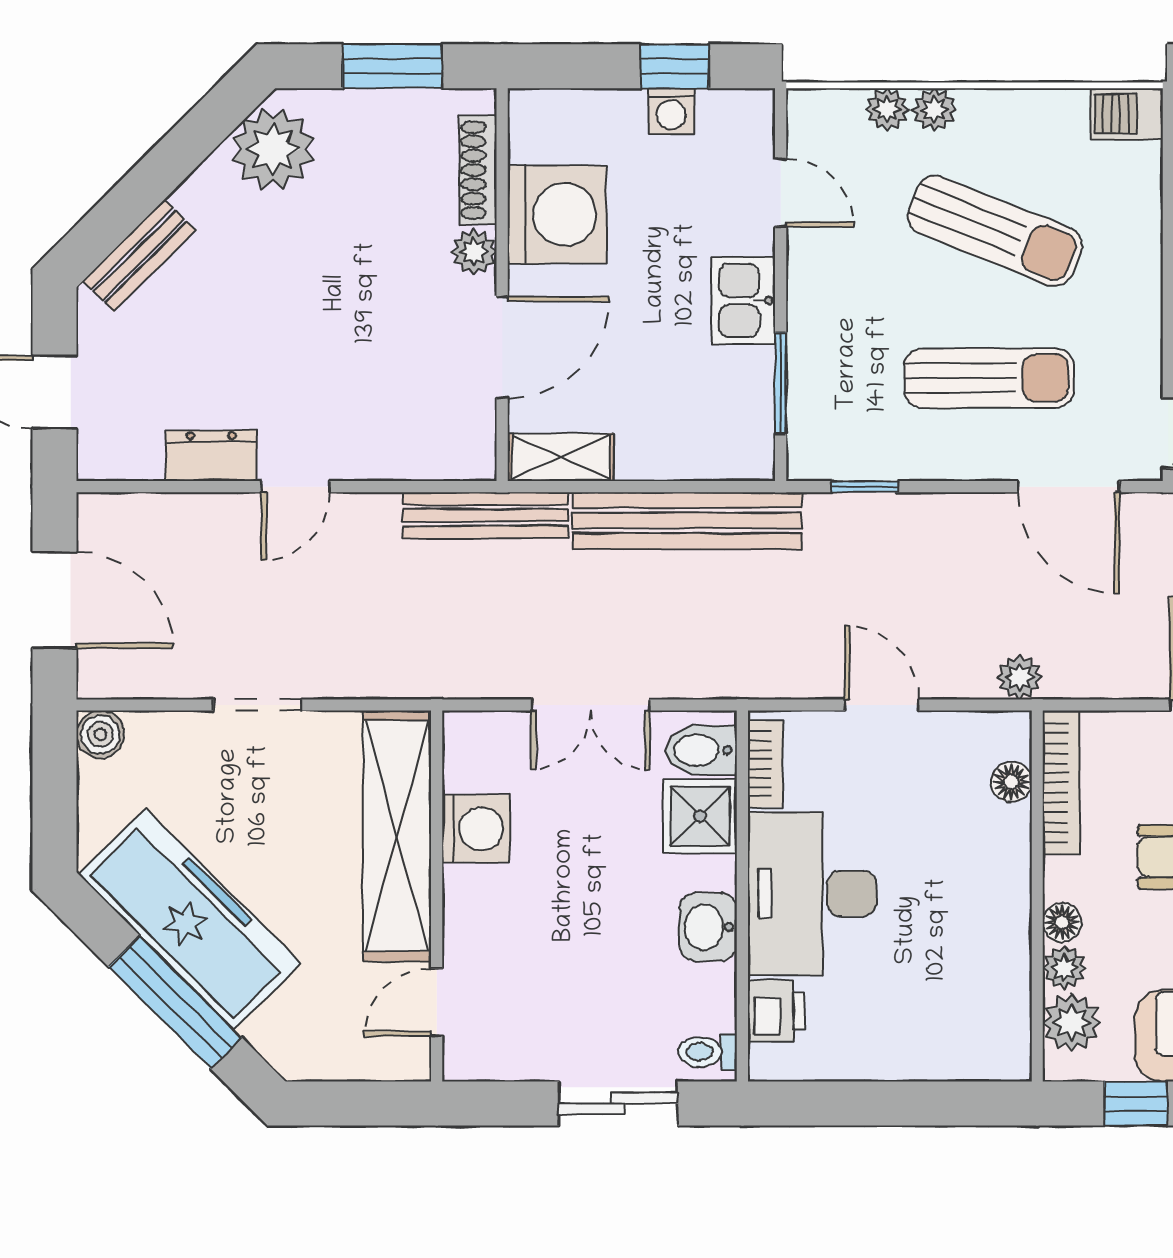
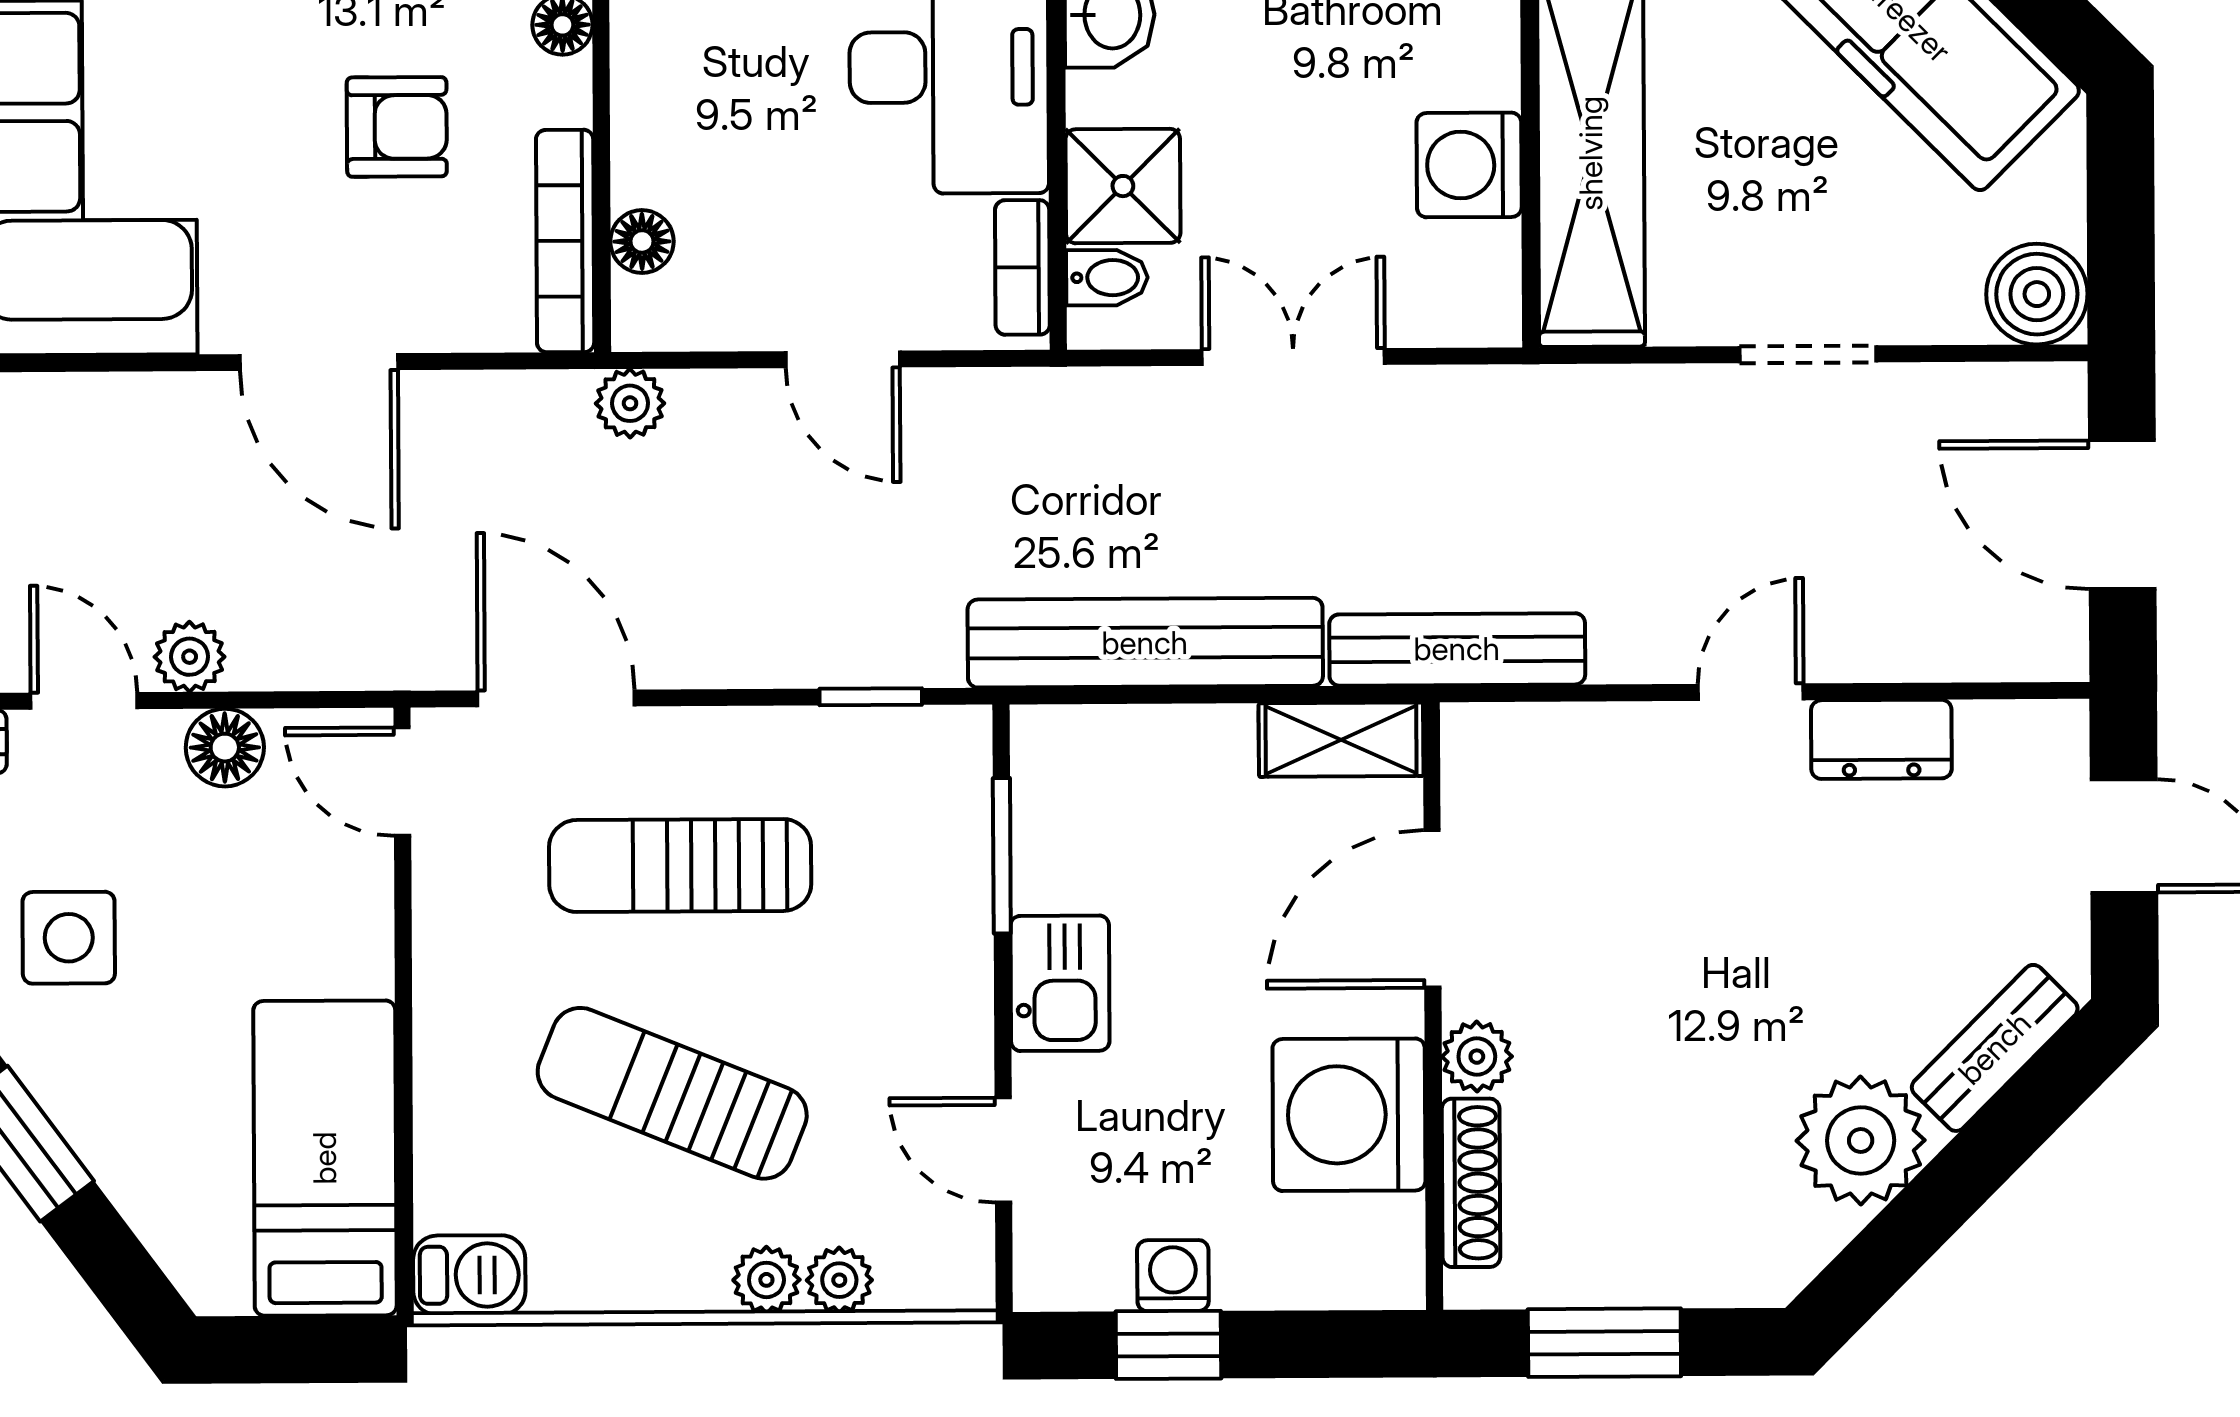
plant: (273, 149) -> (1861, 1140), moved
boiler: (100, 734) -> (2037, 294), width x1.36, depth x1.36
bidet: (701, 750) -> (1107, 278), width x0.72, depth x0.74

